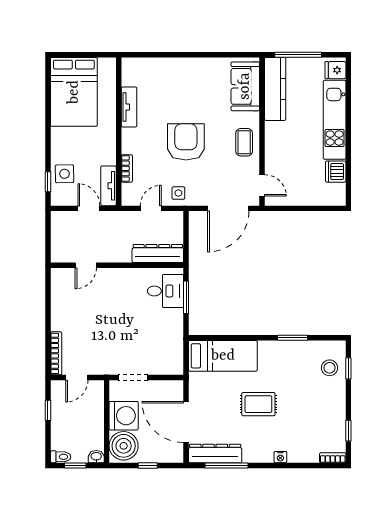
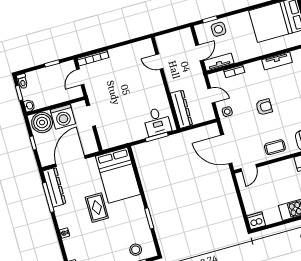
armchair: (186, 142) -> (264, 107), width x0.53, depth x0.53
dishwasher: (336, 172) -> (256, 221), moved
bed: (223, 356) -> (118, 175), width x1.50
door: (77, 378) -> (80, 77), hinge flipped

